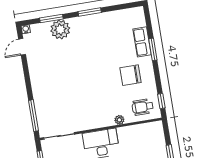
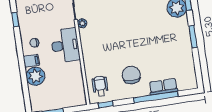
window: (153, 49) -> (156, 97), width x2.11
plant: (119, 120) -> (82, 23), moved

